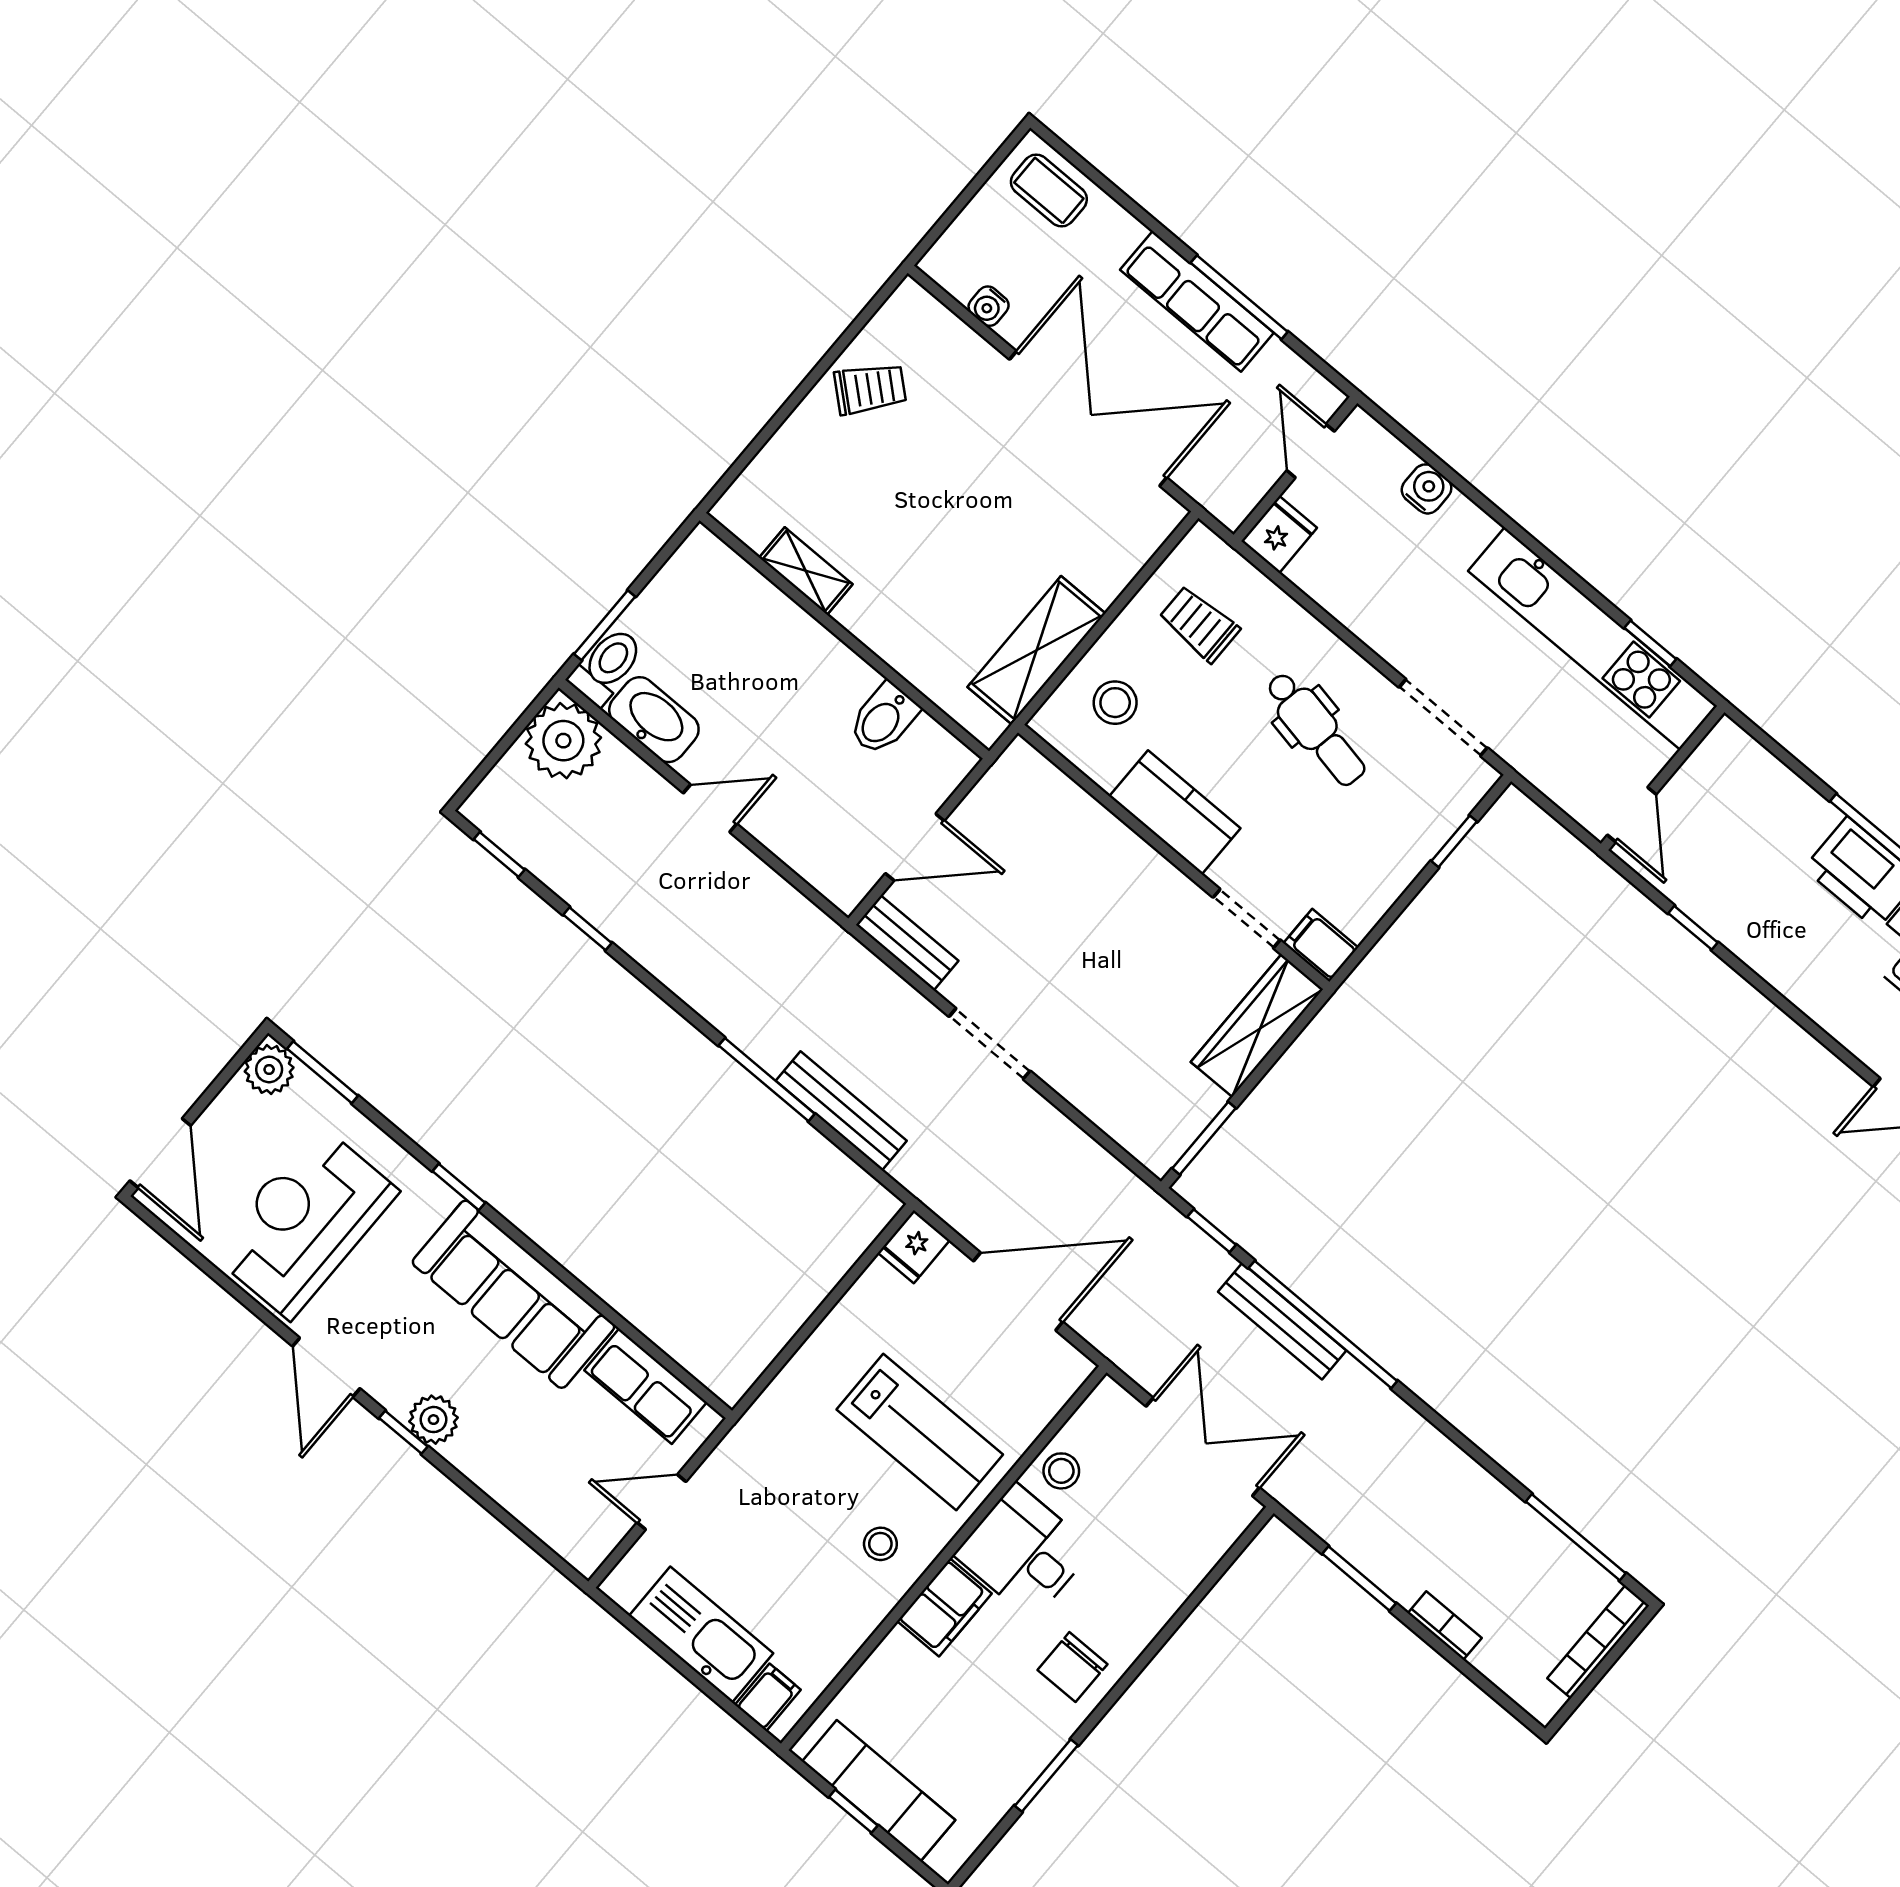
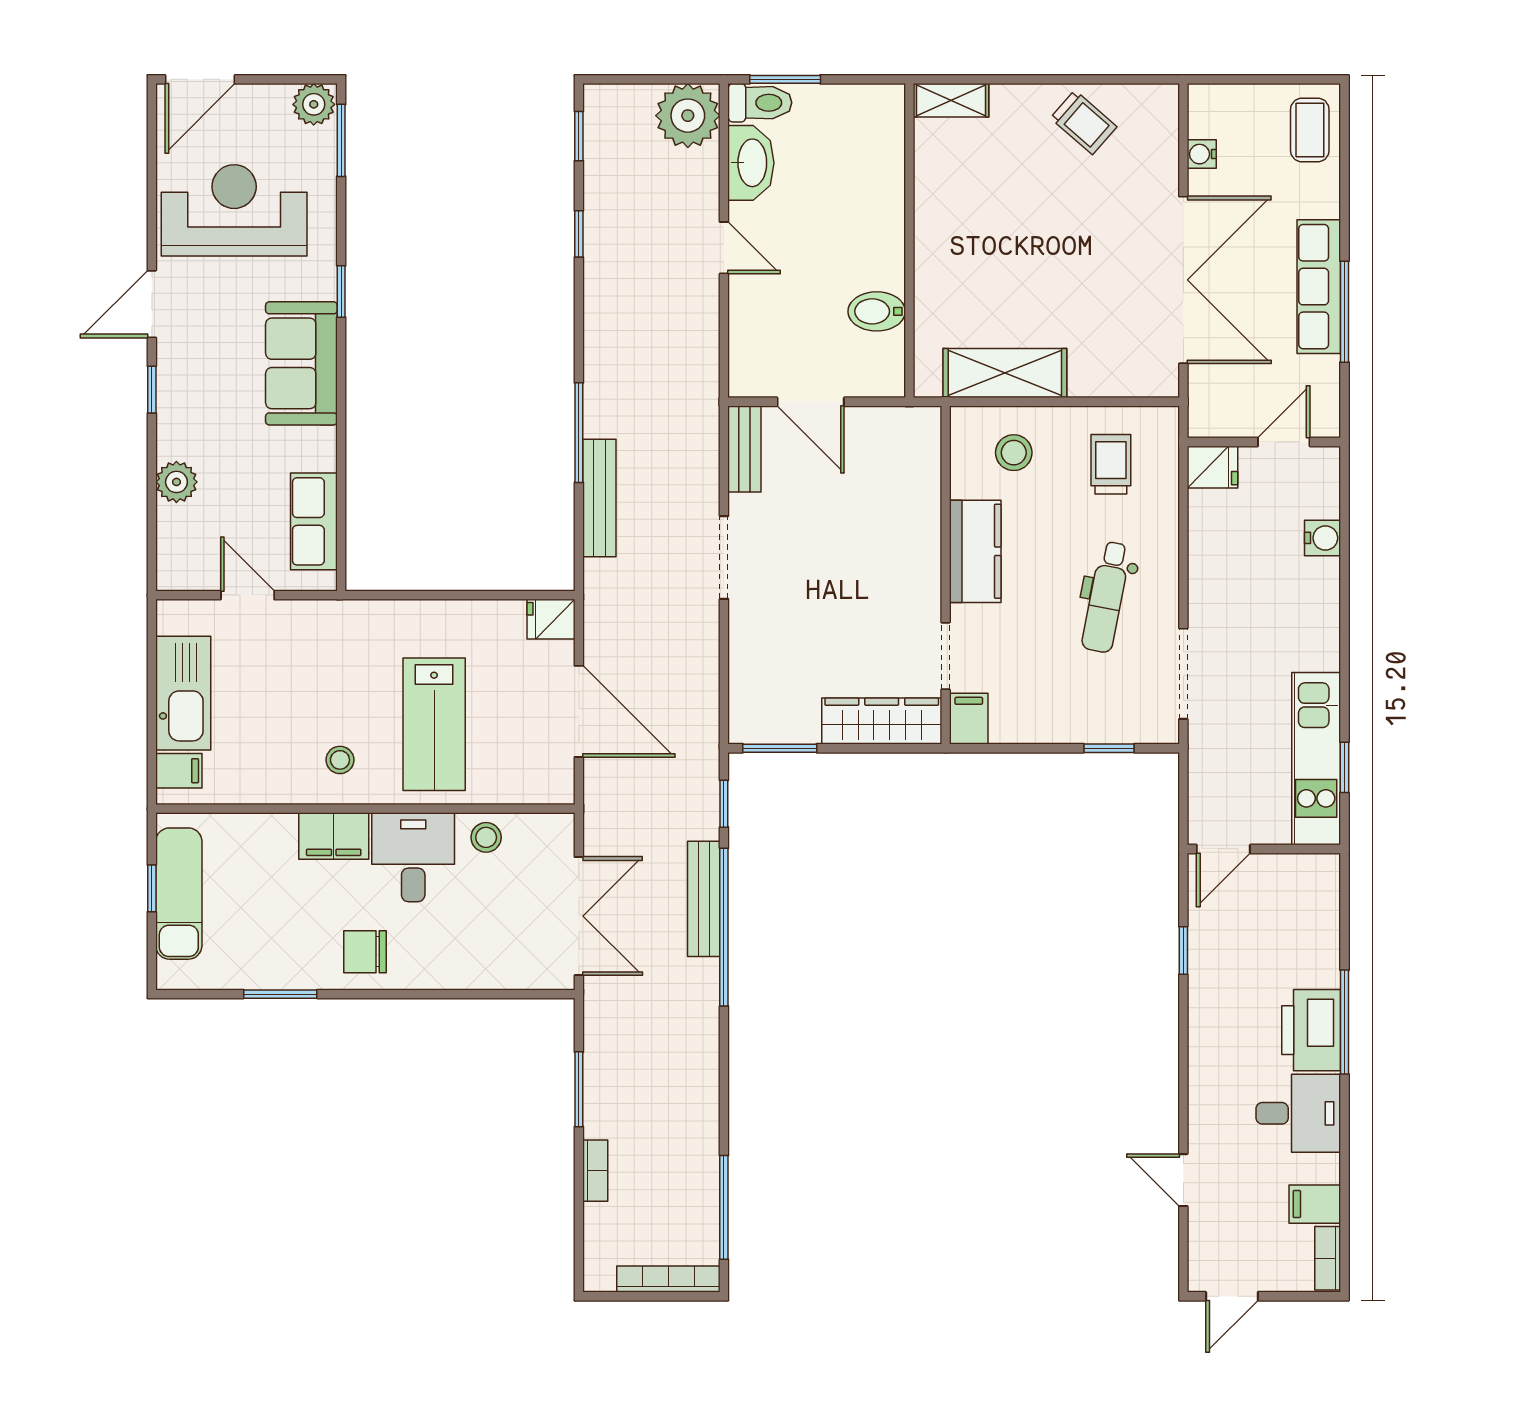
shelving: (806, 571) -> (951, 100), moved, turned 90
kitchen unit: (1593, 638) -> (1316, 759), width x0.73
sofa: (514, 1294) -> (301, 363), width x0.73
plant: (433, 1420) -> (176, 482), moved

